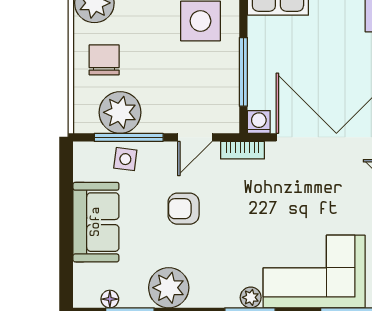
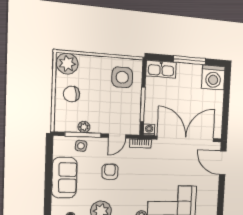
chair: (104, 60) -> (71, 94), turned -97
plant: (120, 112) -> (84, 127), width x0.53, depth x0.53
armchair: (184, 209) -> (110, 172), turned 90

